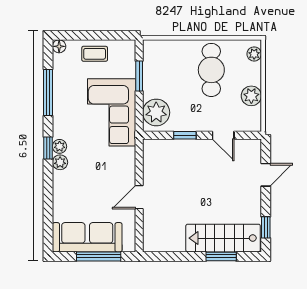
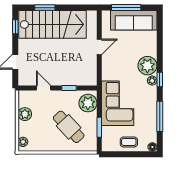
cafe table: (211, 70) -> (69, 127), moved, turned -43
plant: (60, 162) -> (147, 66), width x1.88, depth x1.88
stairs: (223, 238) -> (53, 24), width x1.36, depth x1.51

